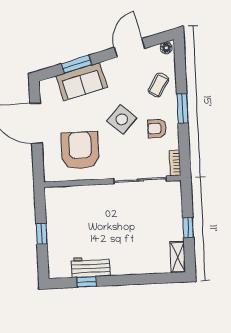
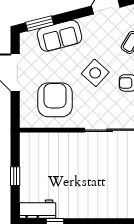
window: (77, 64) -> (40, 24), moved
workbench: (91, 267) -> (38, 209), moved

